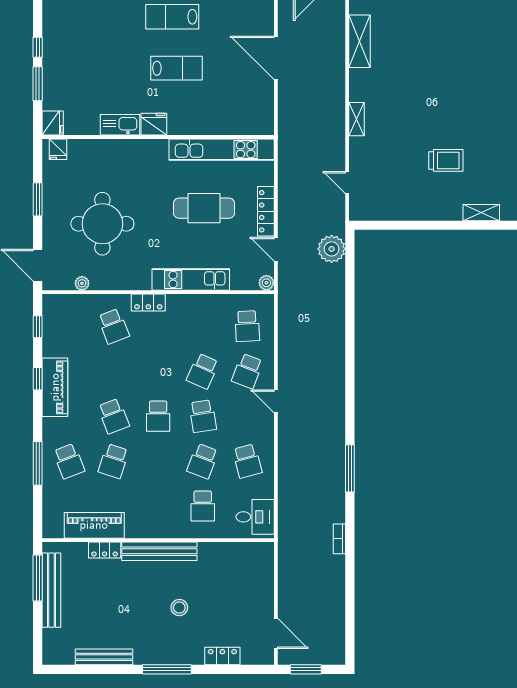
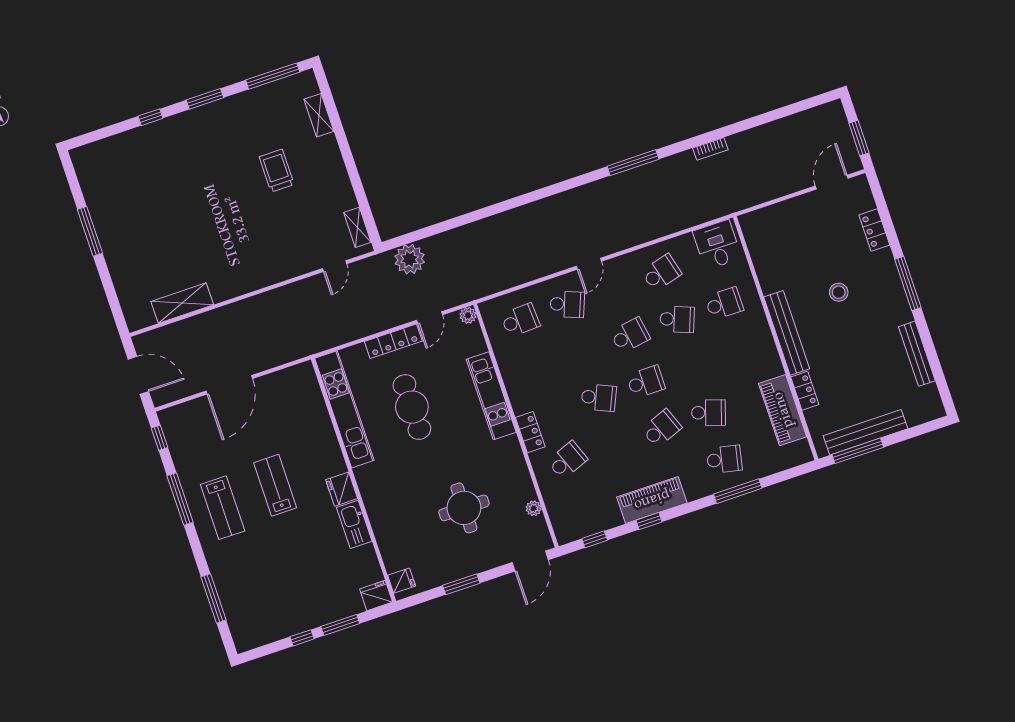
shelving: (356, 119) -> (357, 227), moved, turned 90
round table: (102, 224) -> (464, 508), width x0.73, depth x0.73
school desk: (203, 371) -> (599, 398), moved
school desk: (69, 461) -> (724, 459), turned 33

